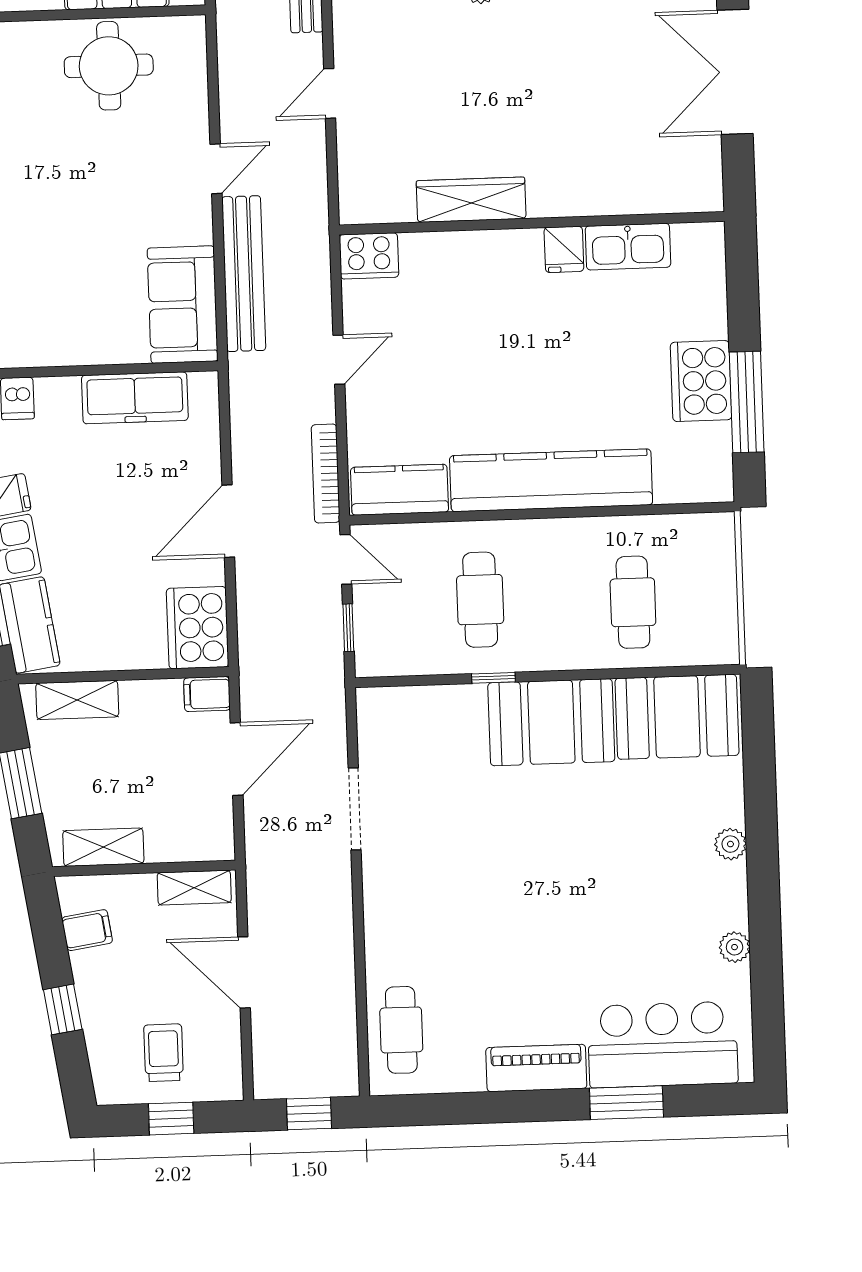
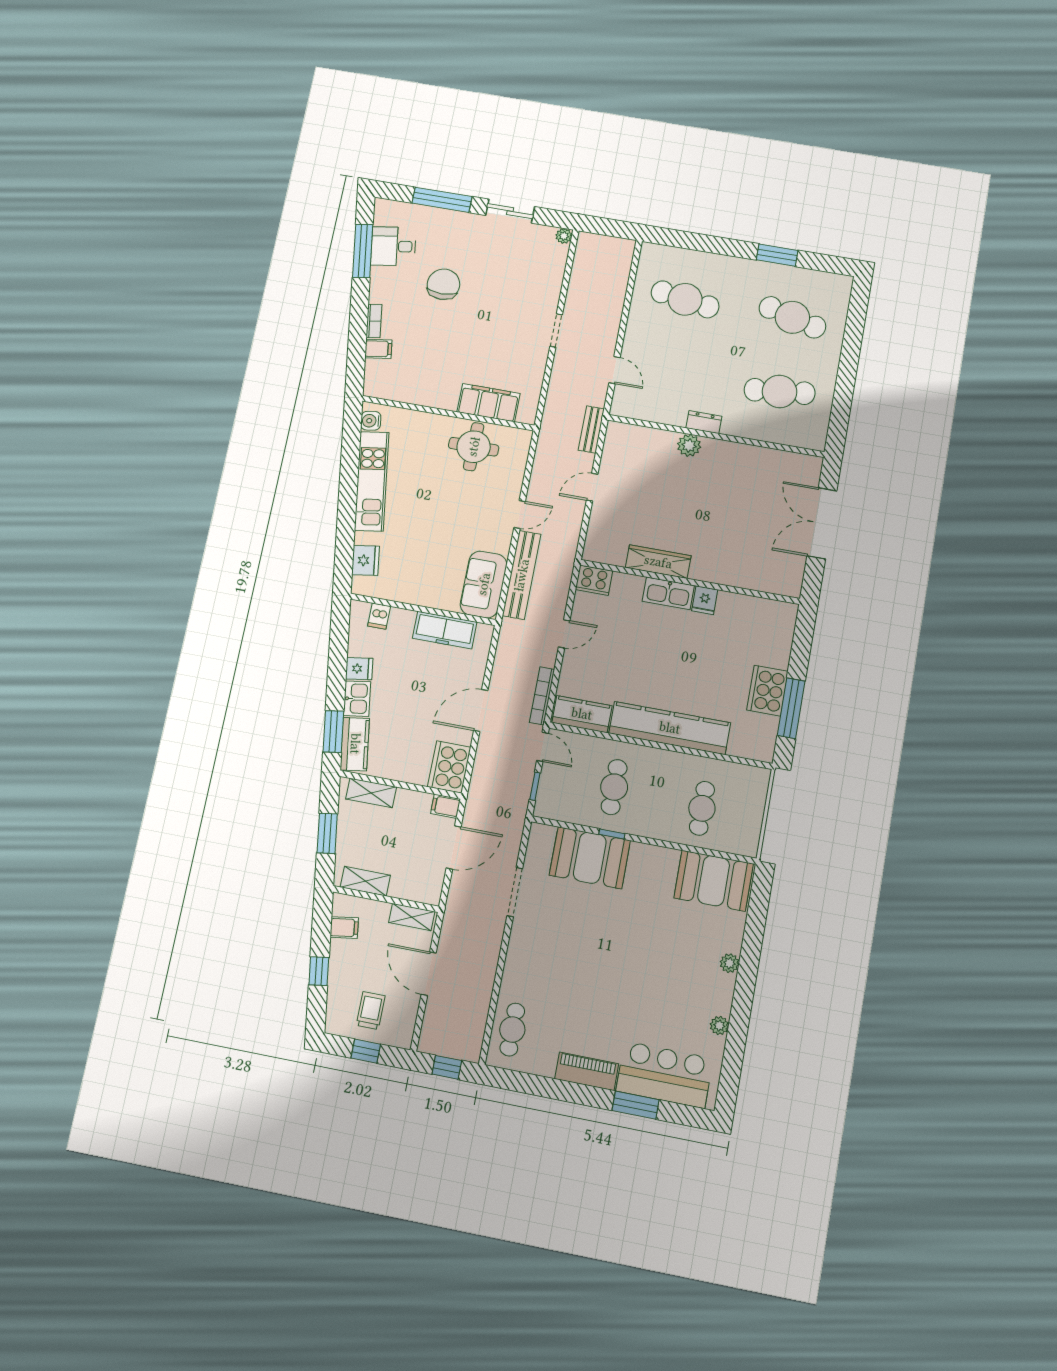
kitchen sink: (628, 247) -> (668, 593), moved
booth: (551, 722) -> (590, 858), moved

